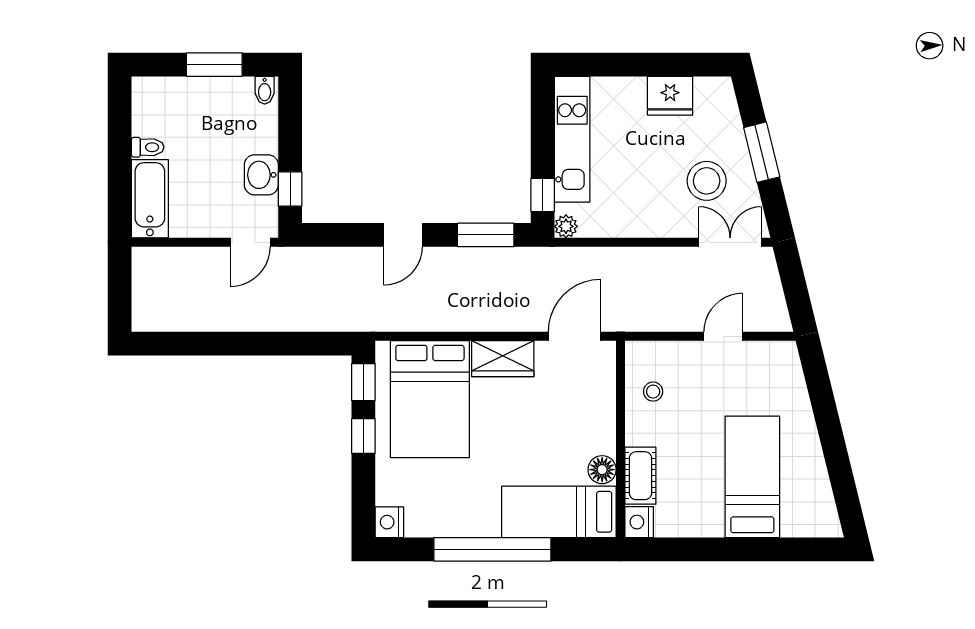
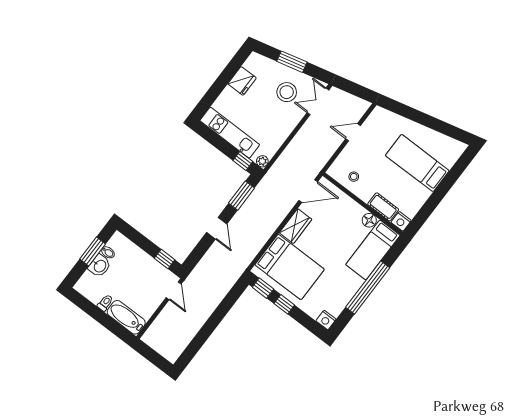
bidet: (265, 90) -> (108, 252), moved
washbasin: (261, 175) -> (100, 266), moved, turned -90
door: (575, 336) -> (308, 191), swing flipped
door: (723, 336) -> (353, 132), hinge flipped

